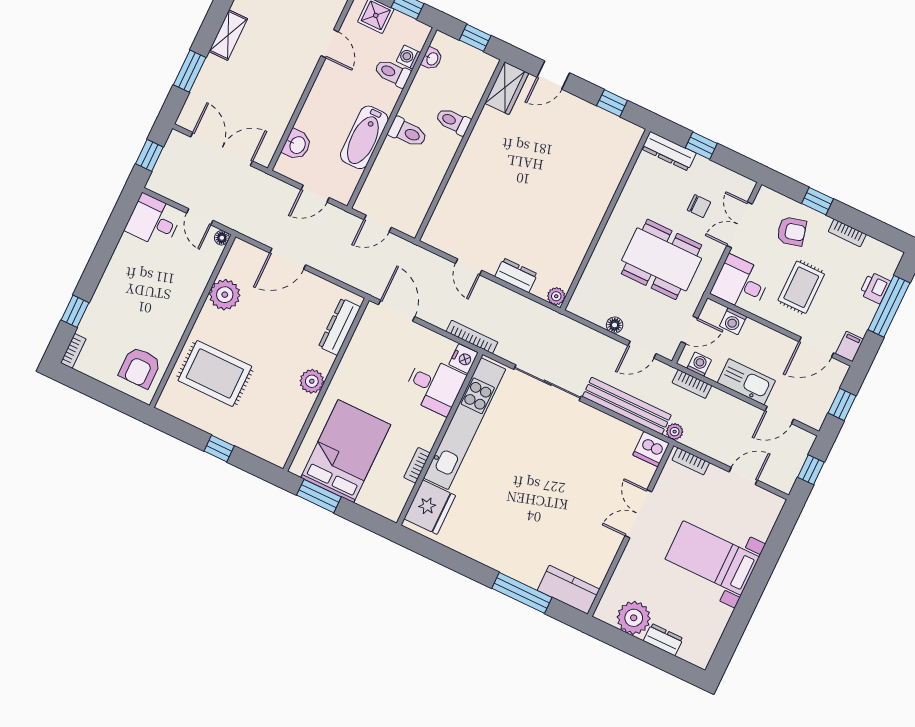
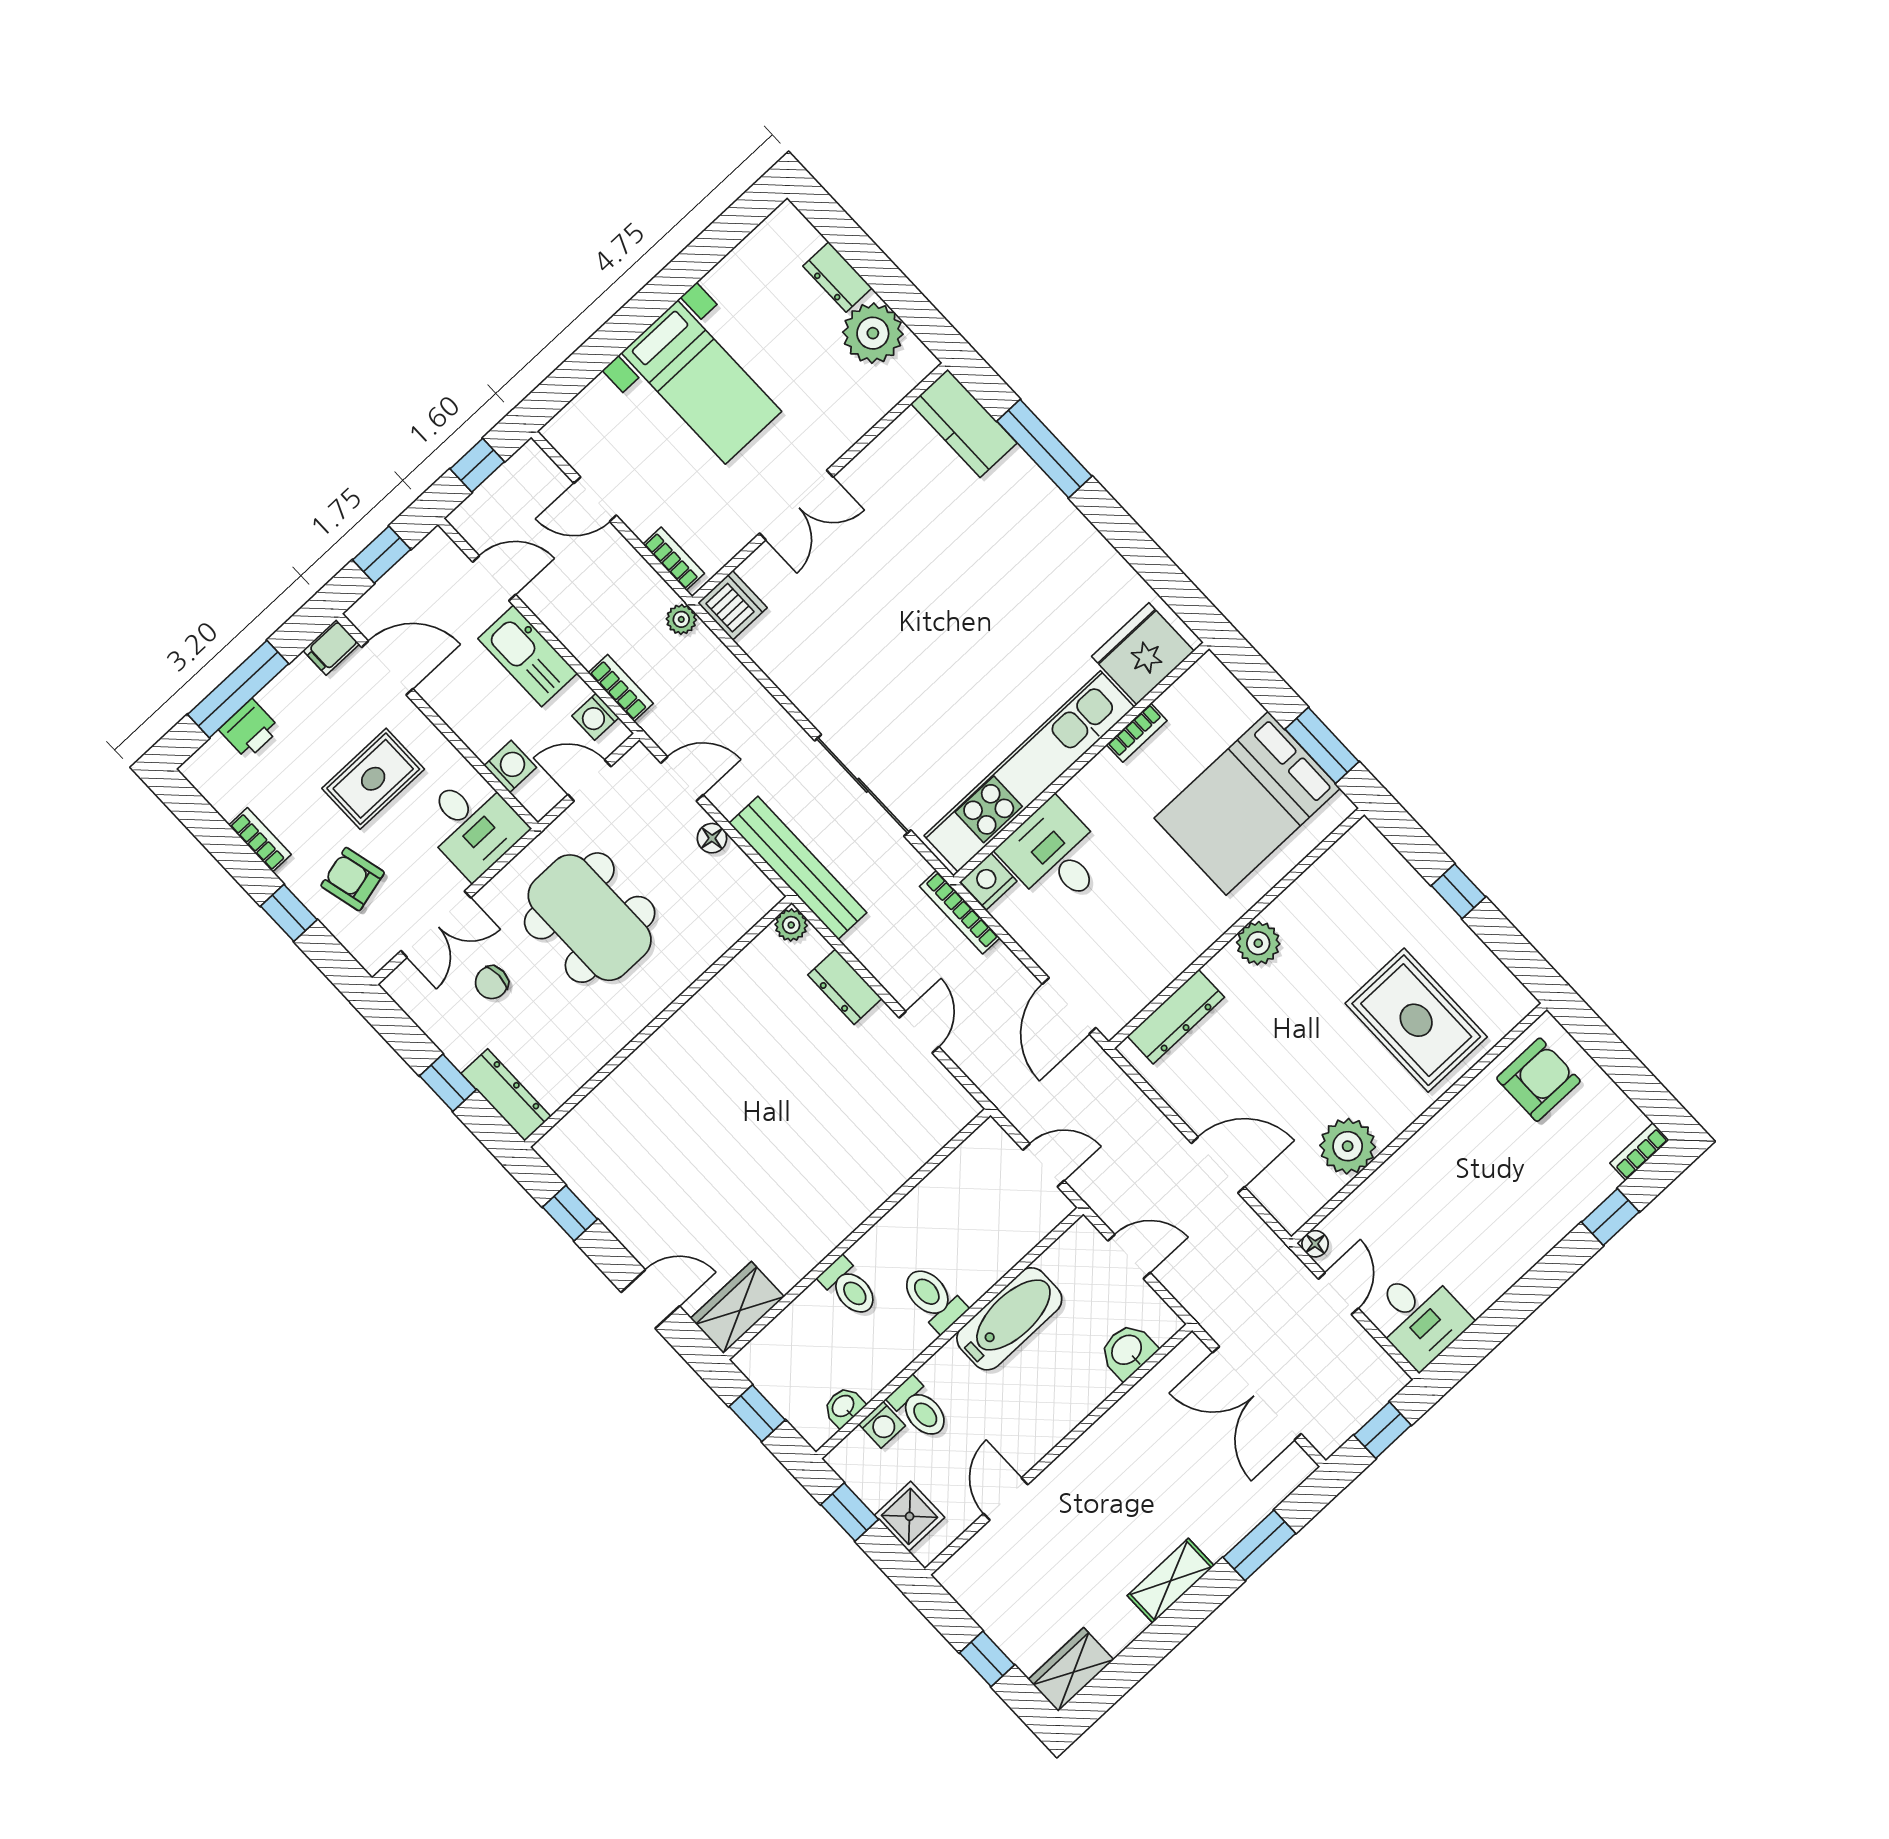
chair: (699, 206) -> (492, 982), turned -90
bench: (627, 406) -> (798, 868), moved

